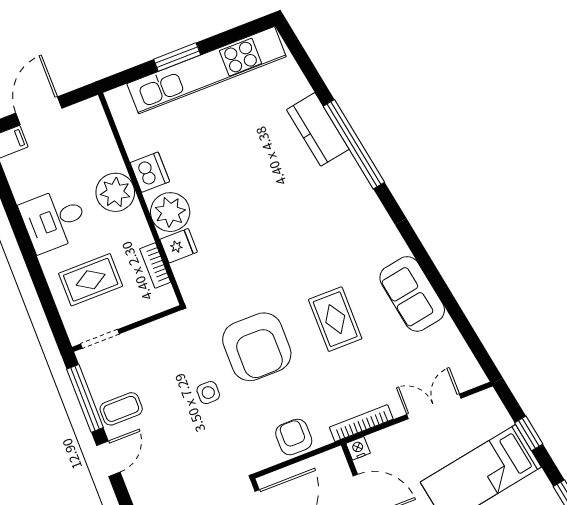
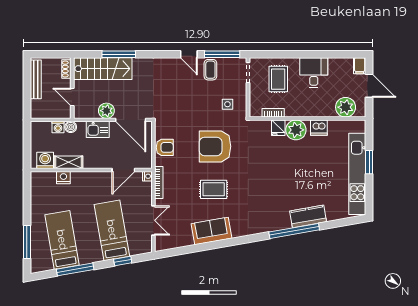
plant: (115, 192) -> (346, 107), moved
side table: (208, 393) -> (227, 104), moved

